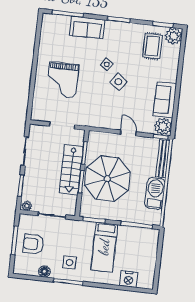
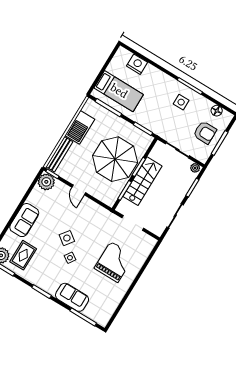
sofa: (165, 100) -> (24, 220), moved
bed: (104, 247) -> (119, 91), moved, turned 90
floor lamp: (44, 272) -> (217, 111), moved

